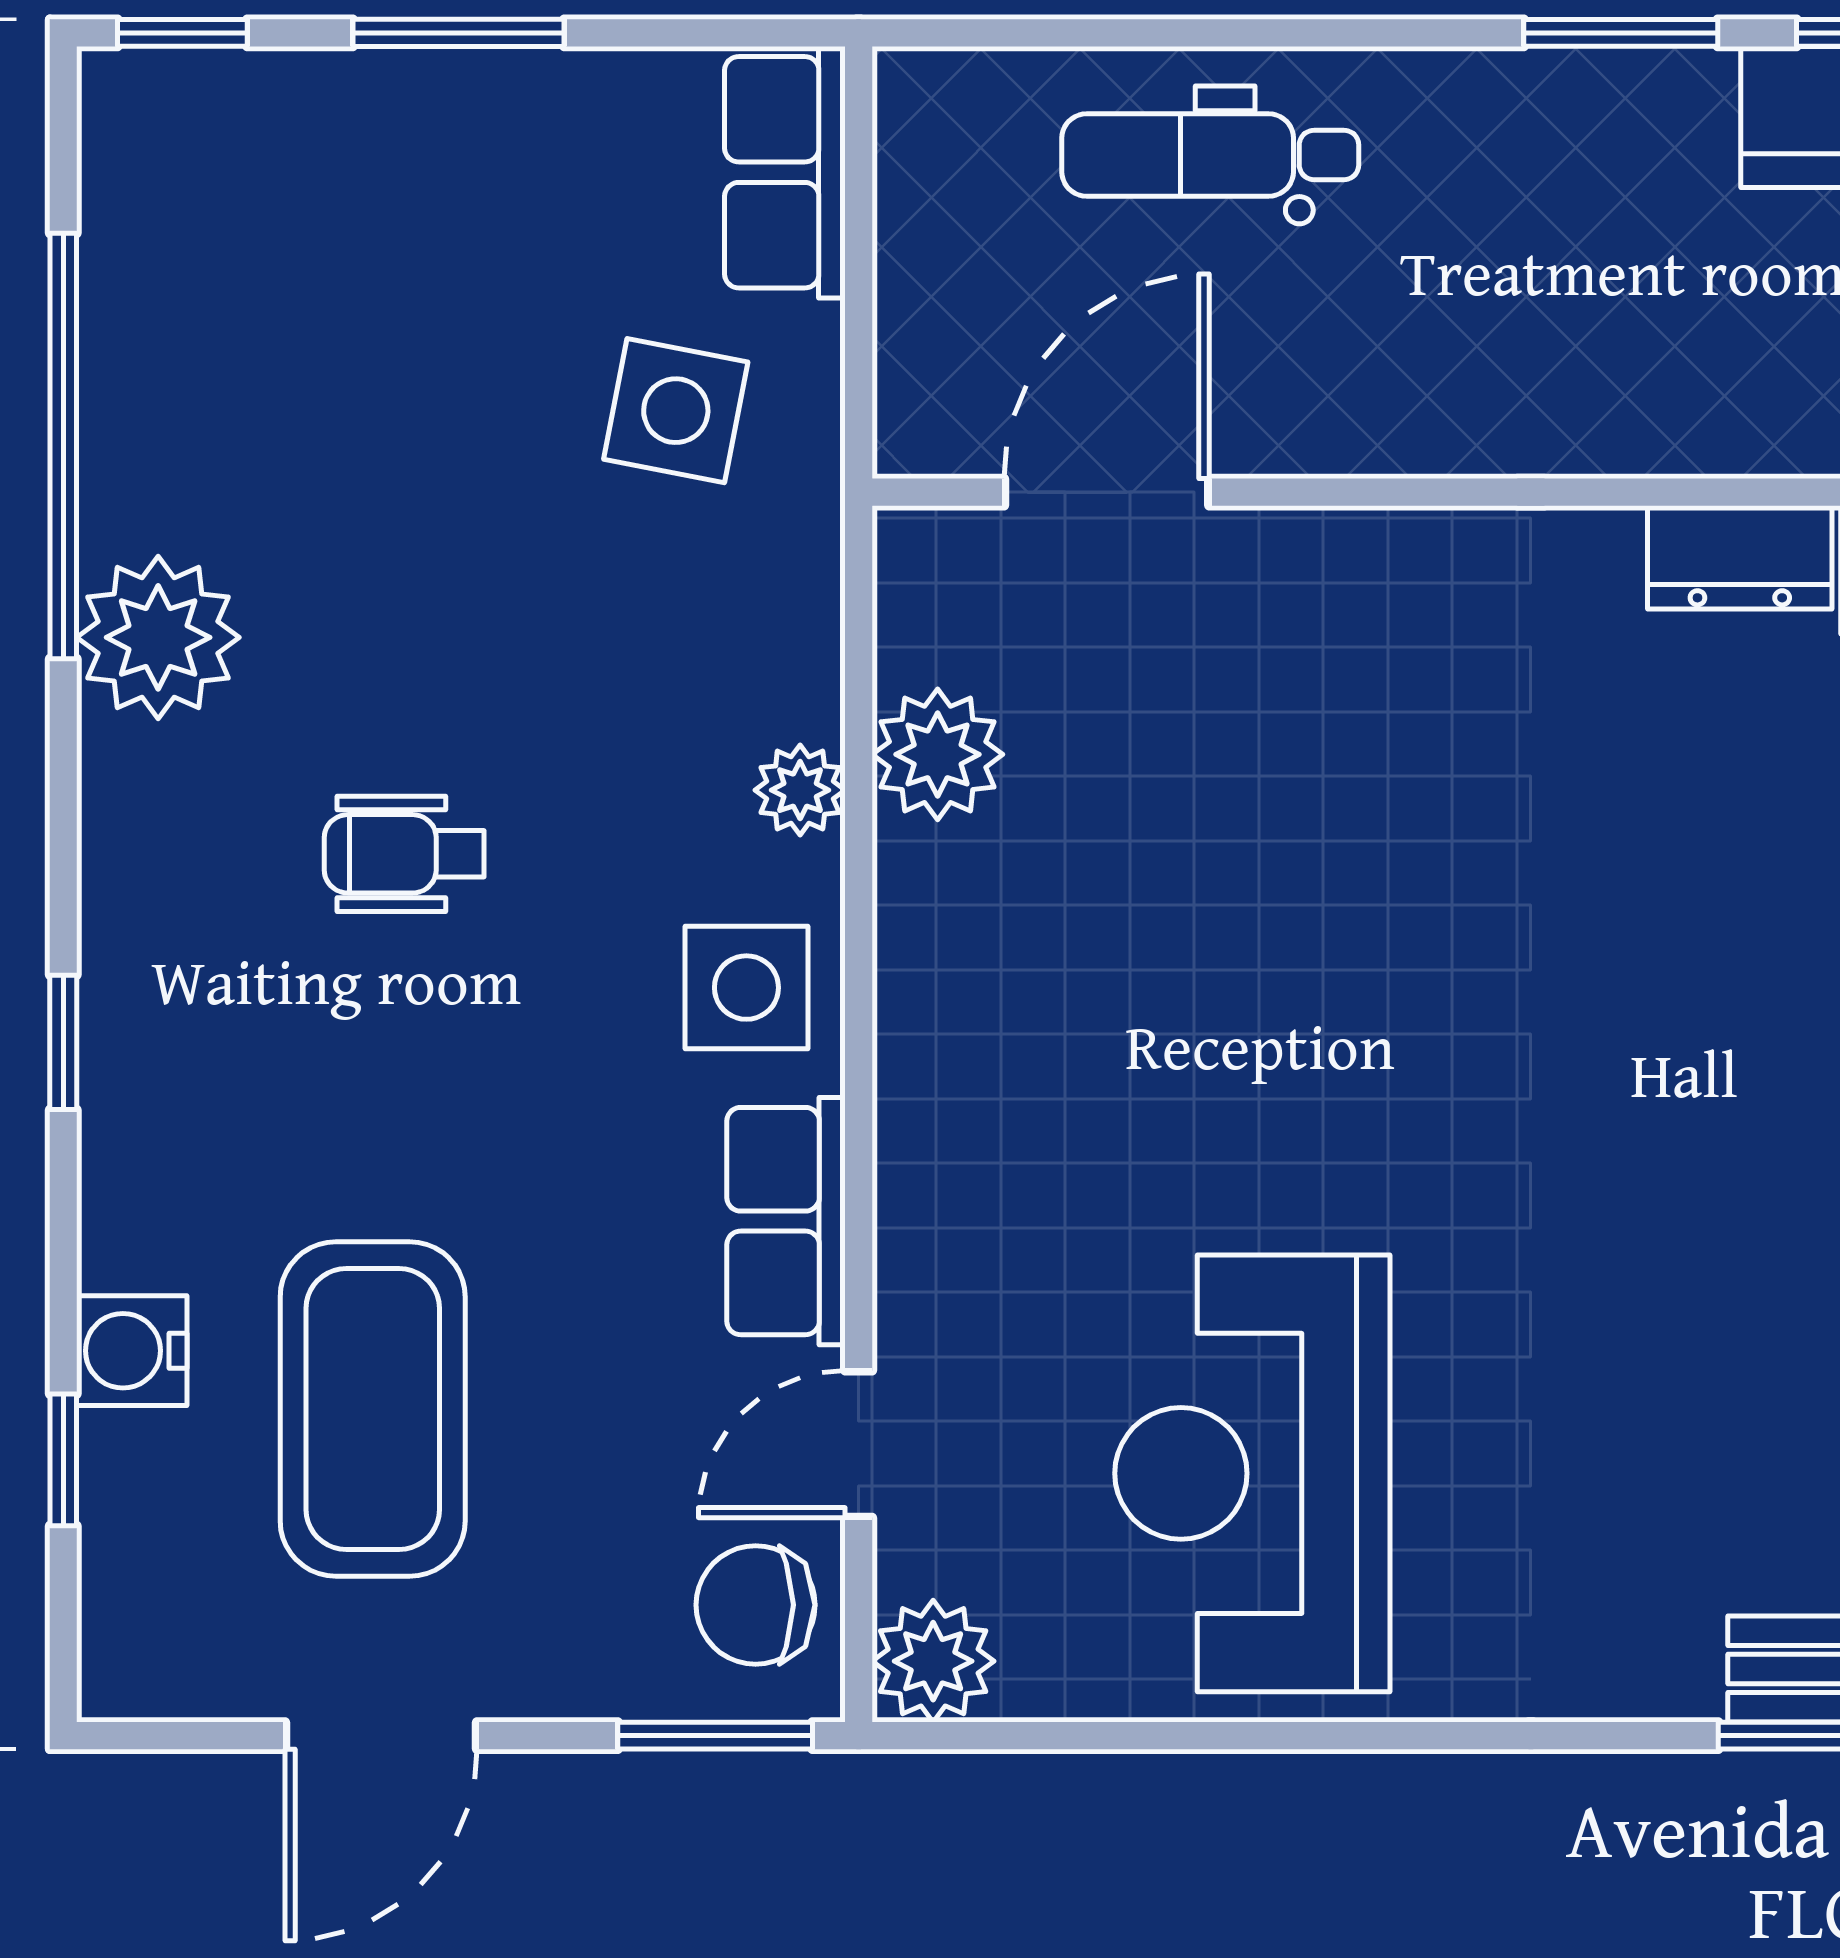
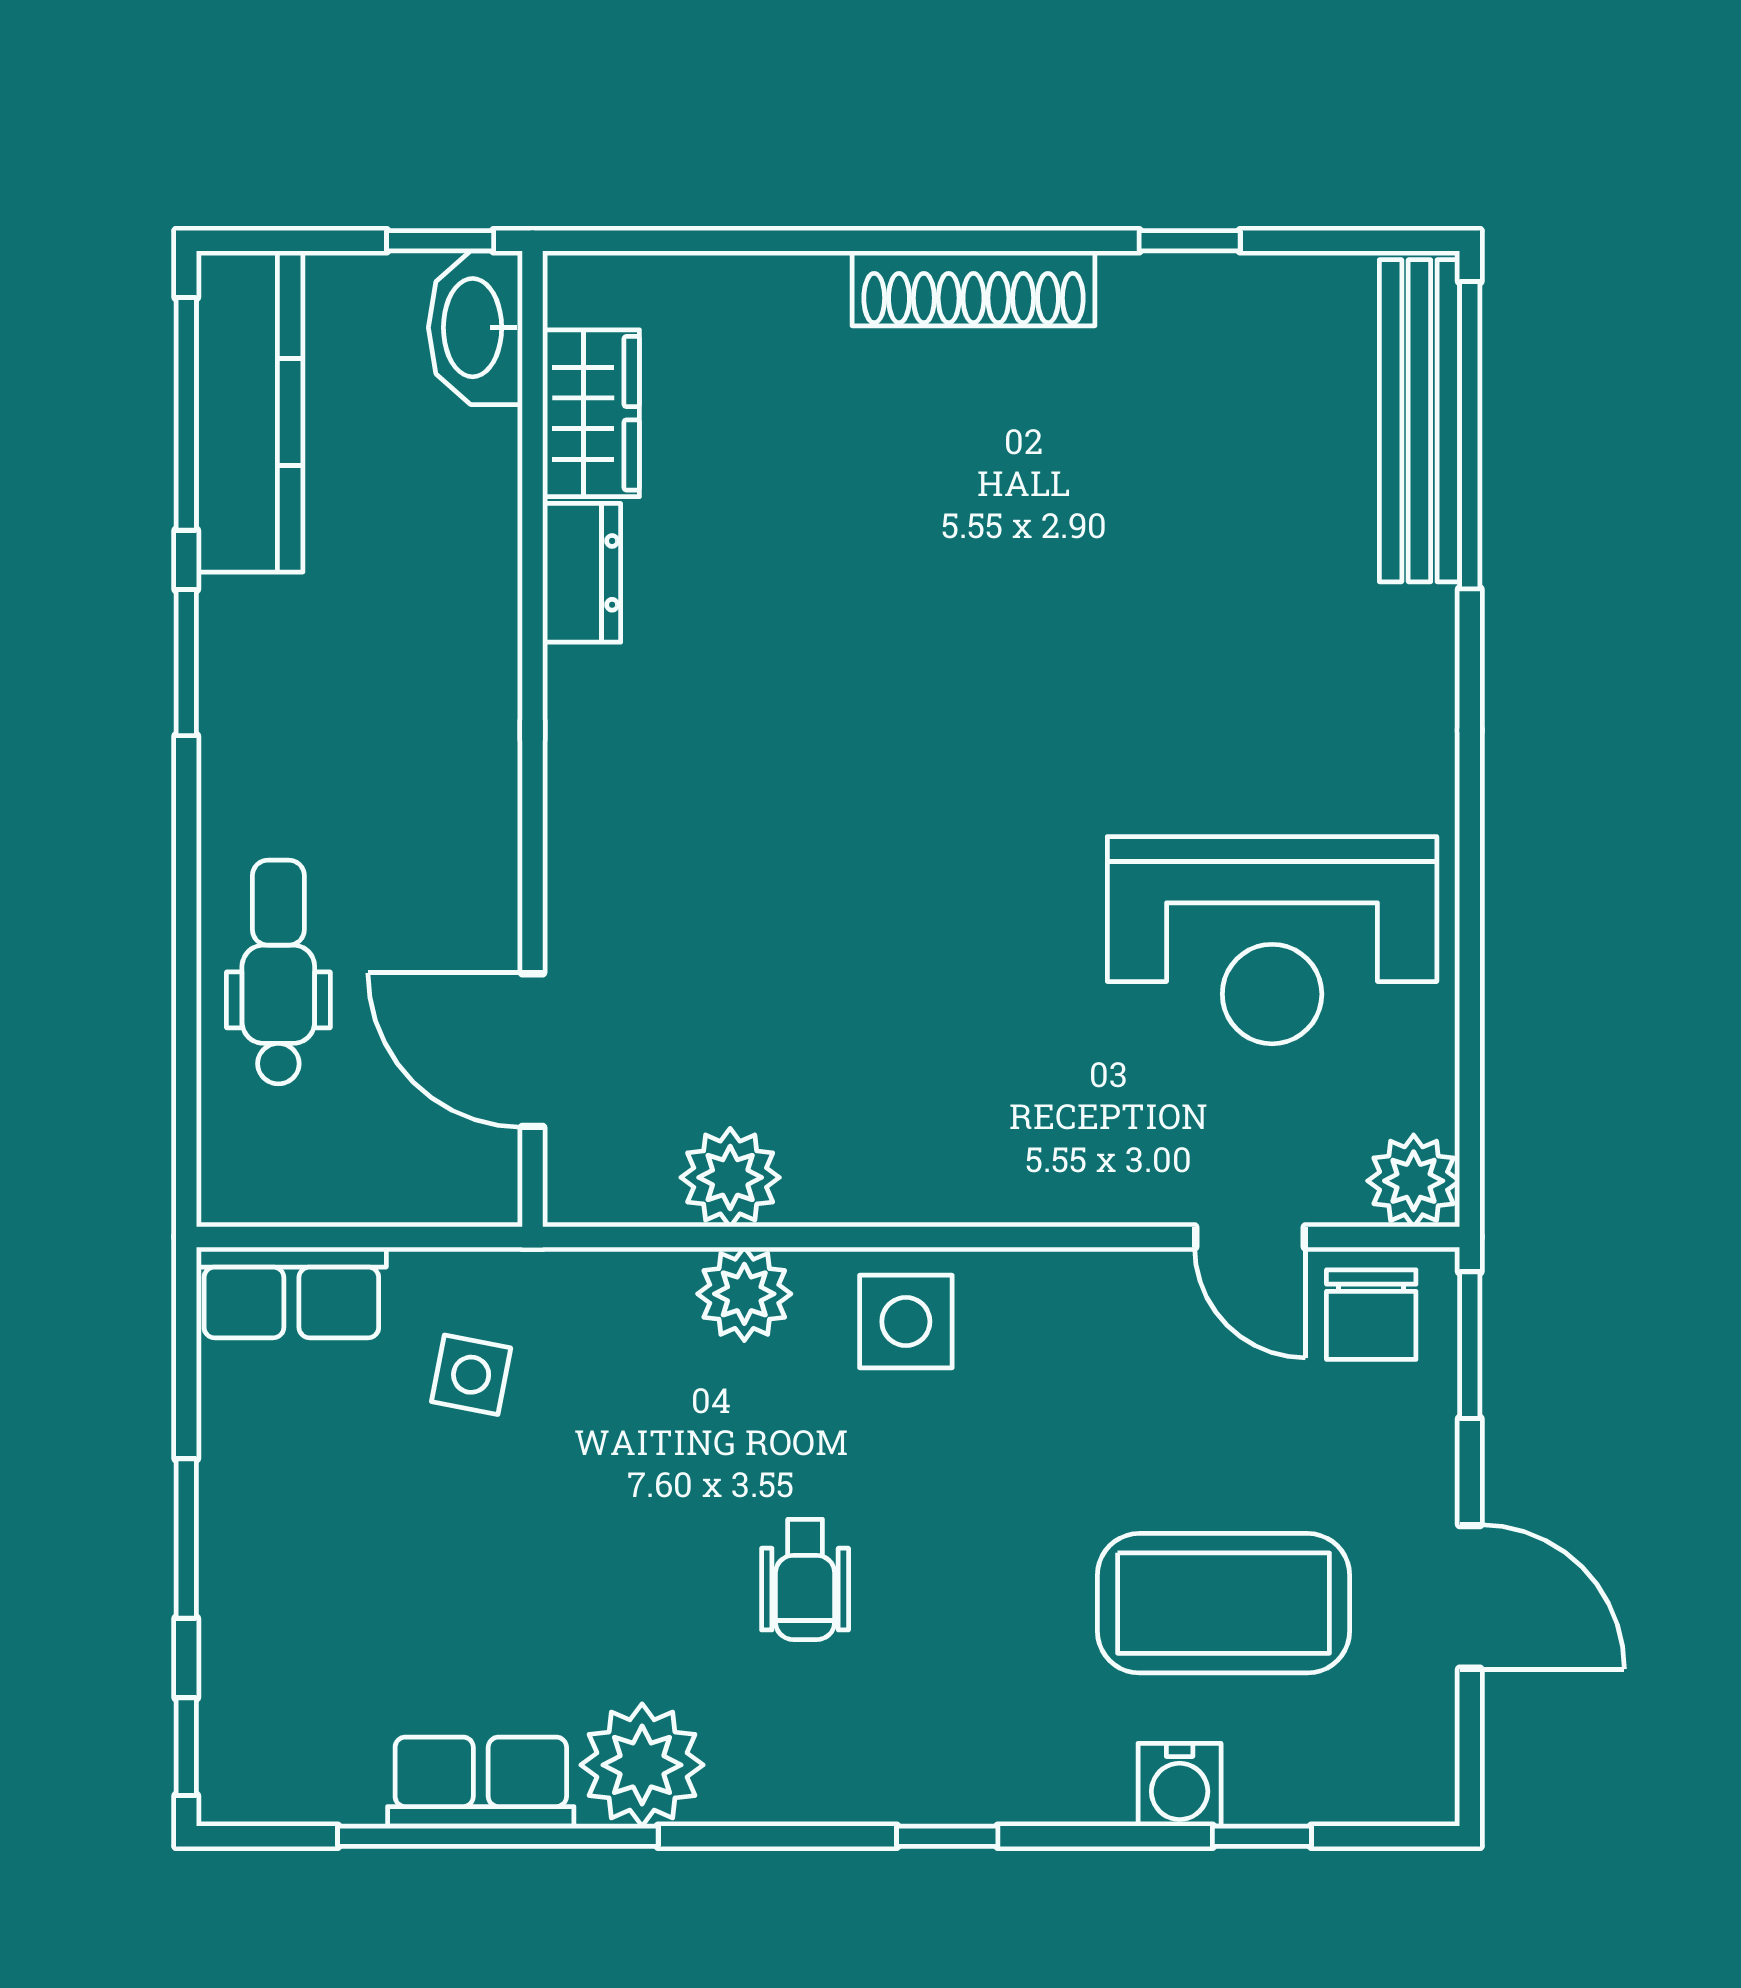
dental chair: (1210, 155) -> (278, 972), turned 180
side table: (676, 411) -> (471, 1375), width x0.73, depth x0.73
plant: (800, 790) -> (744, 1294), width x1.38, depth x1.38
row of seats: (786, 1221) -> (481, 1782), moved, turned 180

